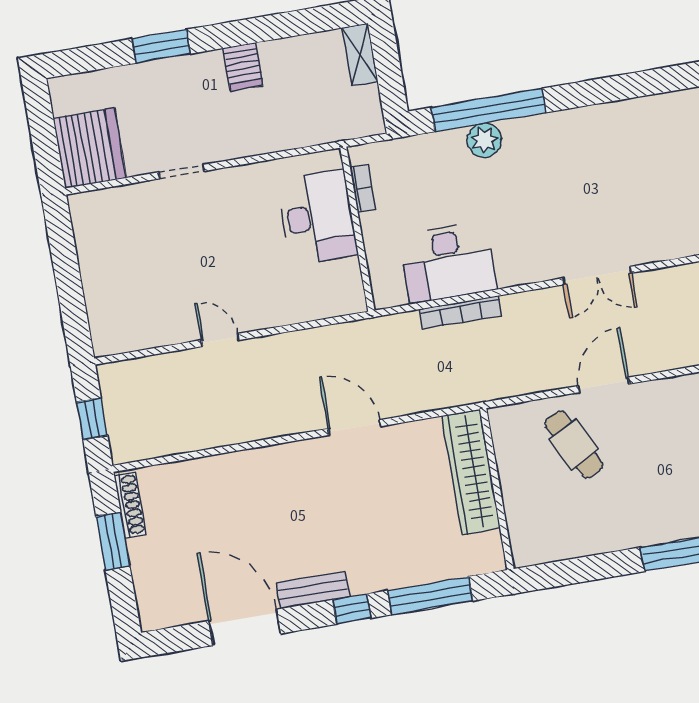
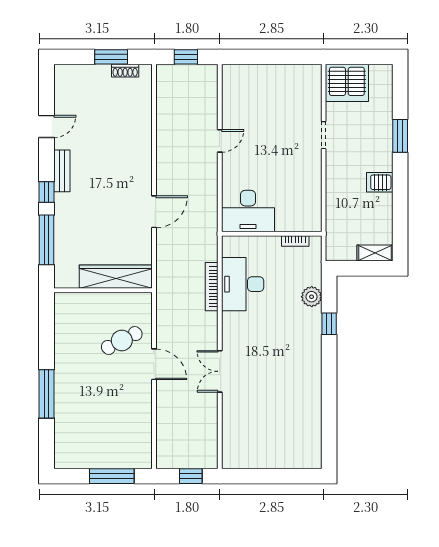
window: (488, 110) -> (329, 324), width x0.32
plant: (484, 140) -> (312, 297), moved
desk: (317, 217) -> (248, 211), moved
shoe rack: (130, 505) -> (125, 71), width x0.70
door: (245, 627) -> (47, 127), width x0.53

